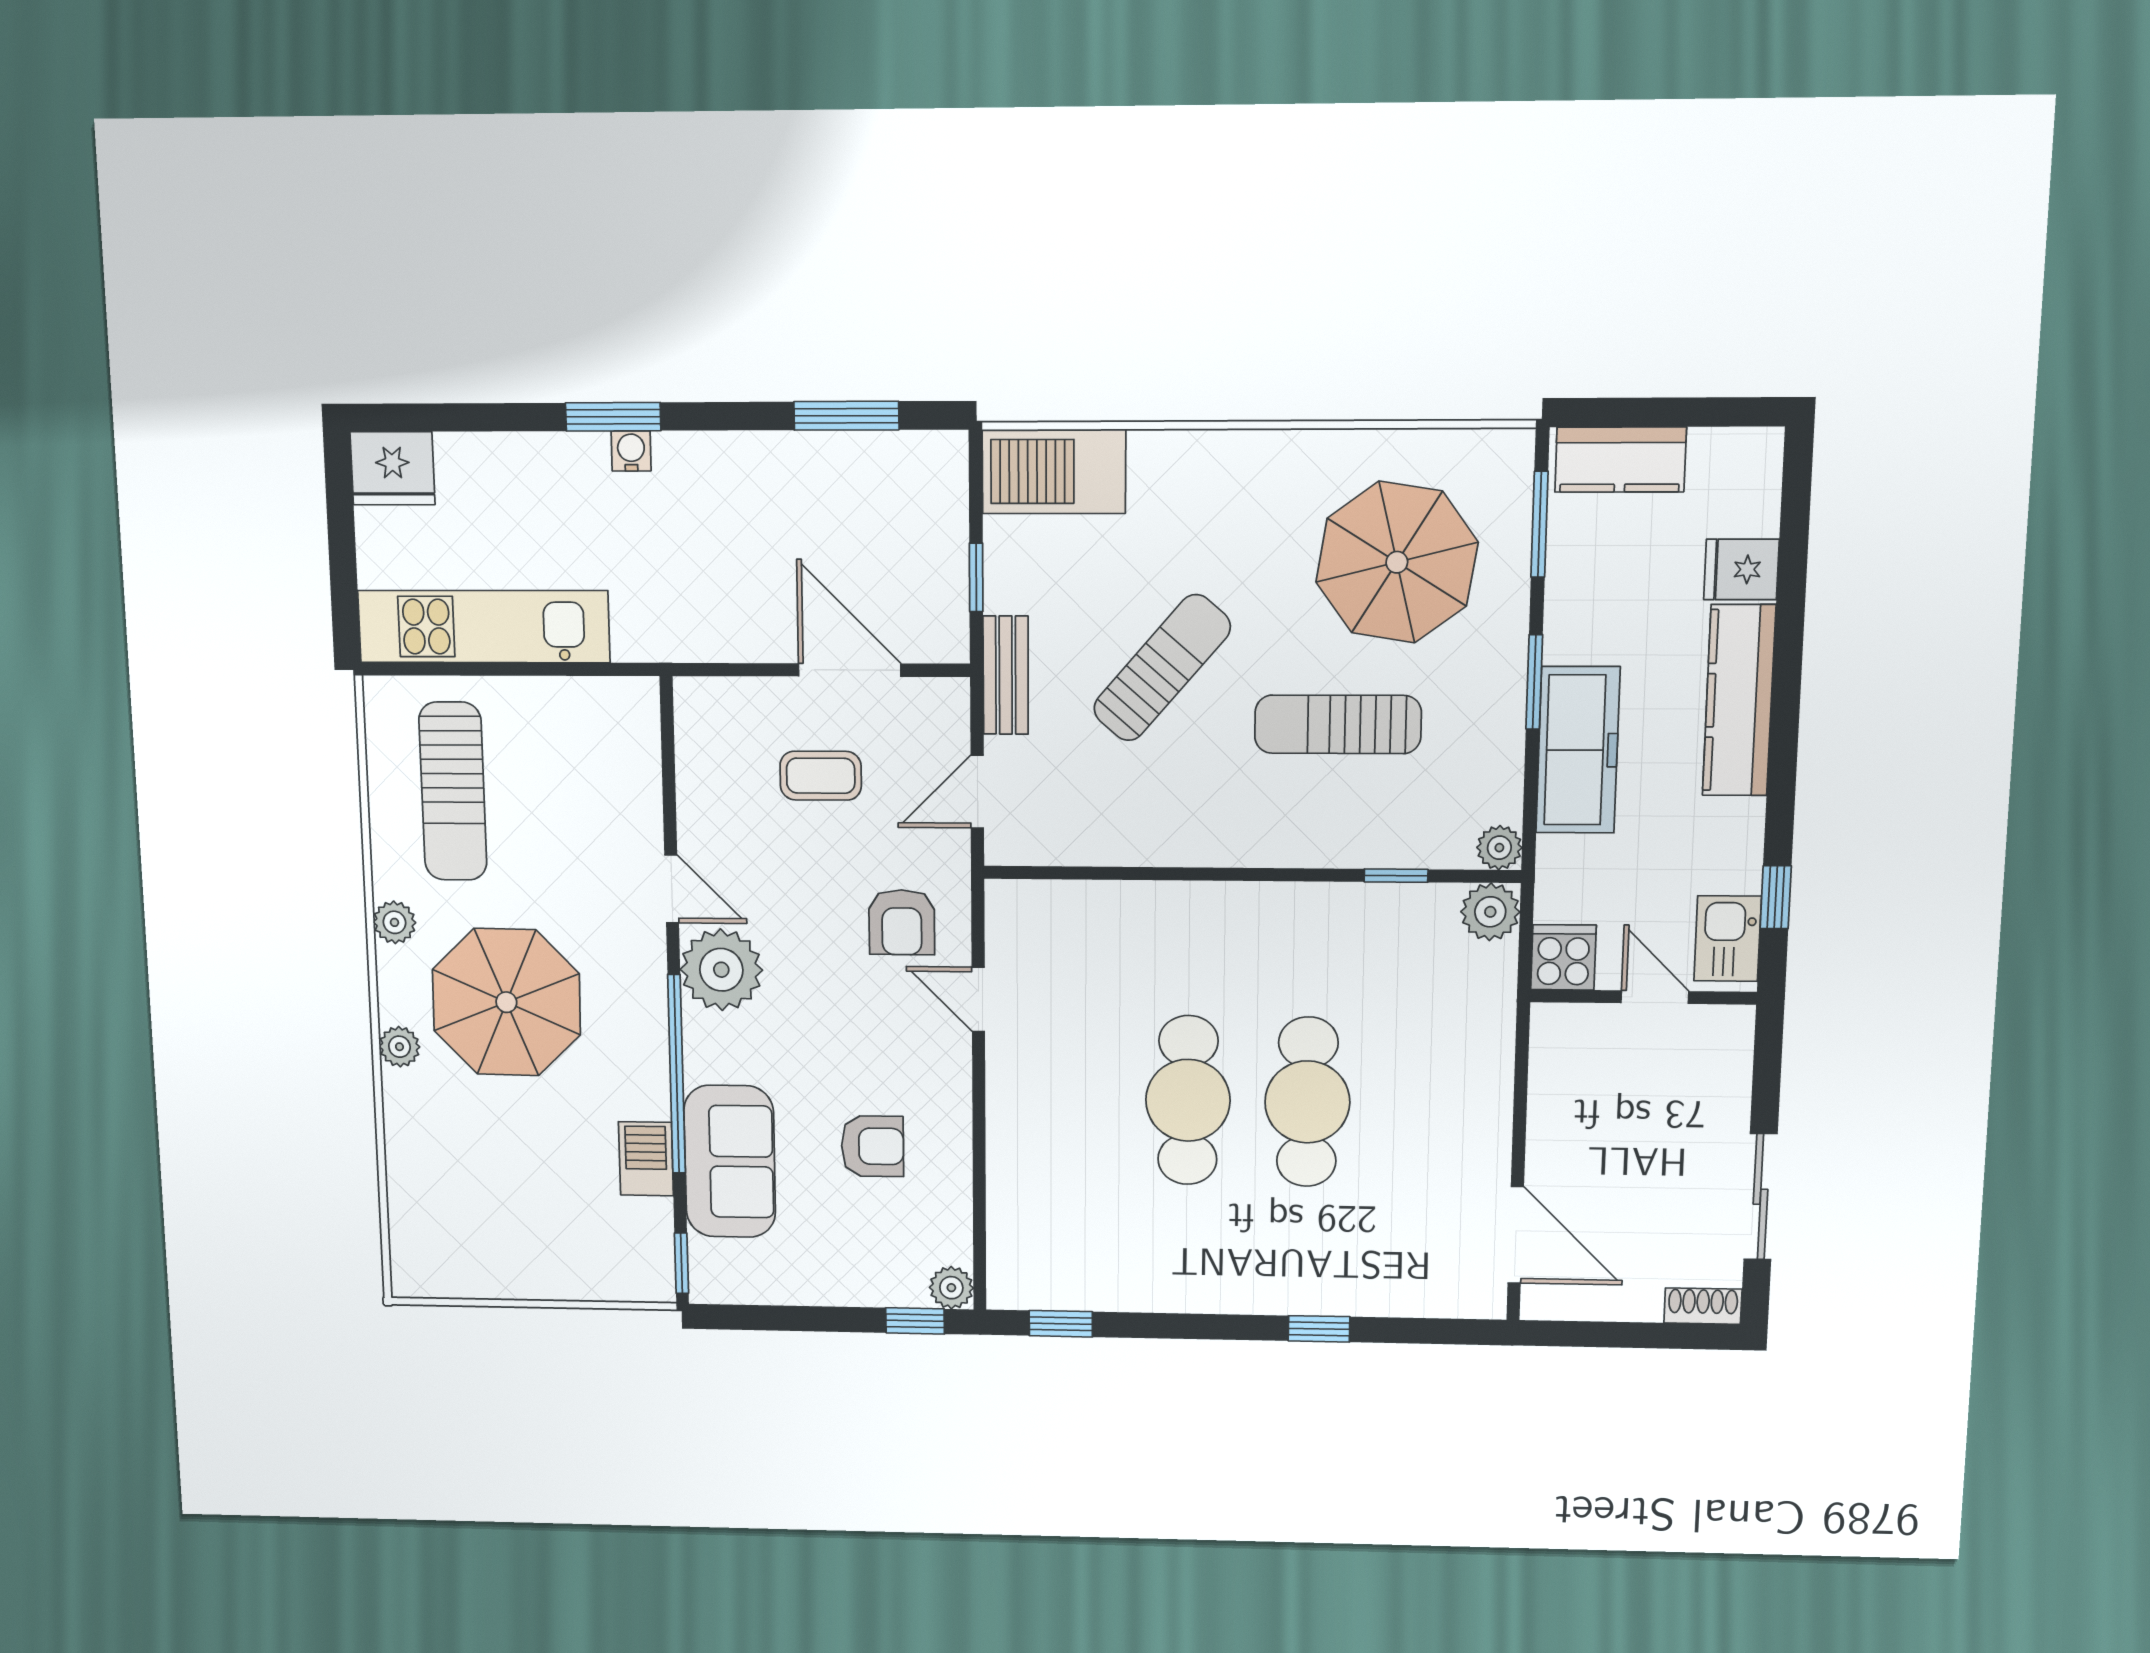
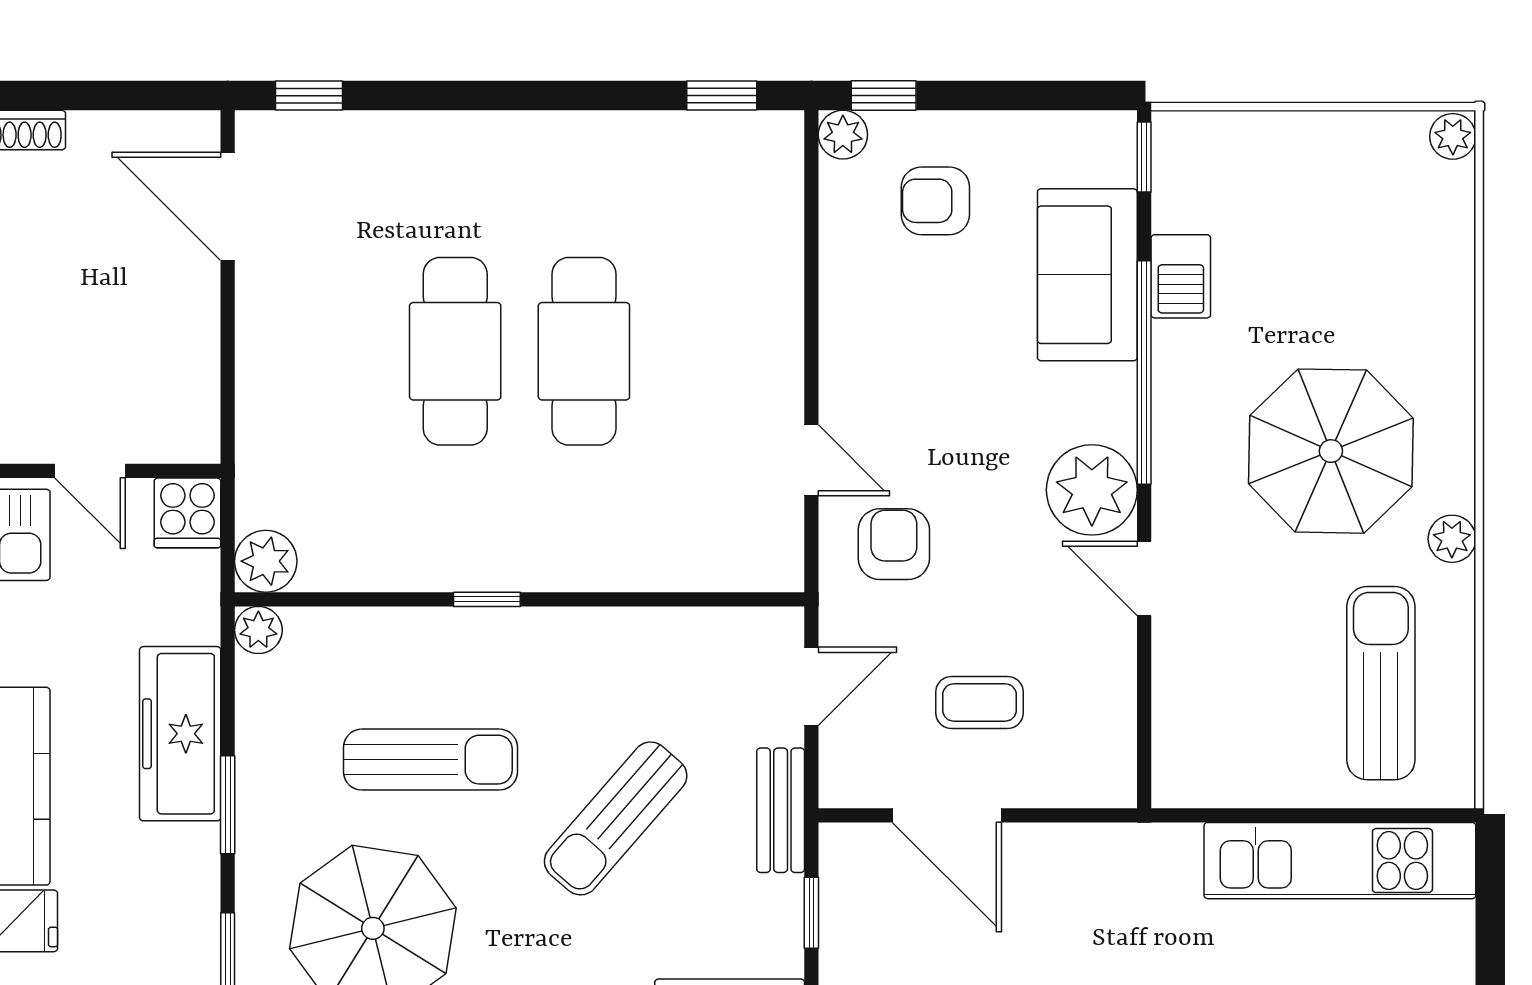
window: (1396, 876) -> (487, 599), moved
plant: (399, 1047) -> (1453, 136), moved
armchair: (872, 1146) -> (935, 201), moved
window: (1319, 1329) -> (309, 96), moved

